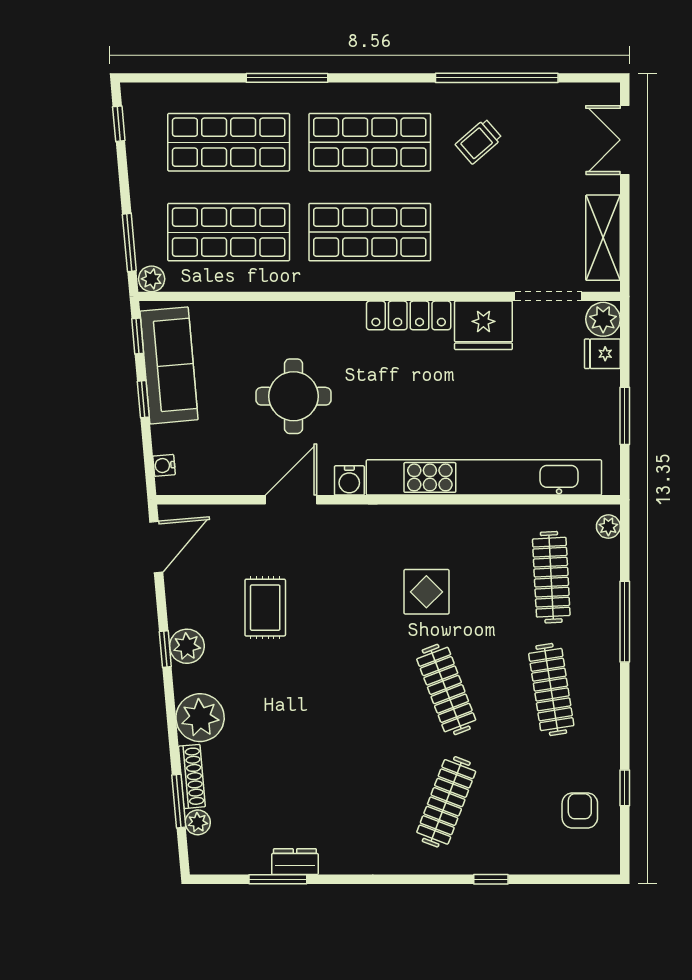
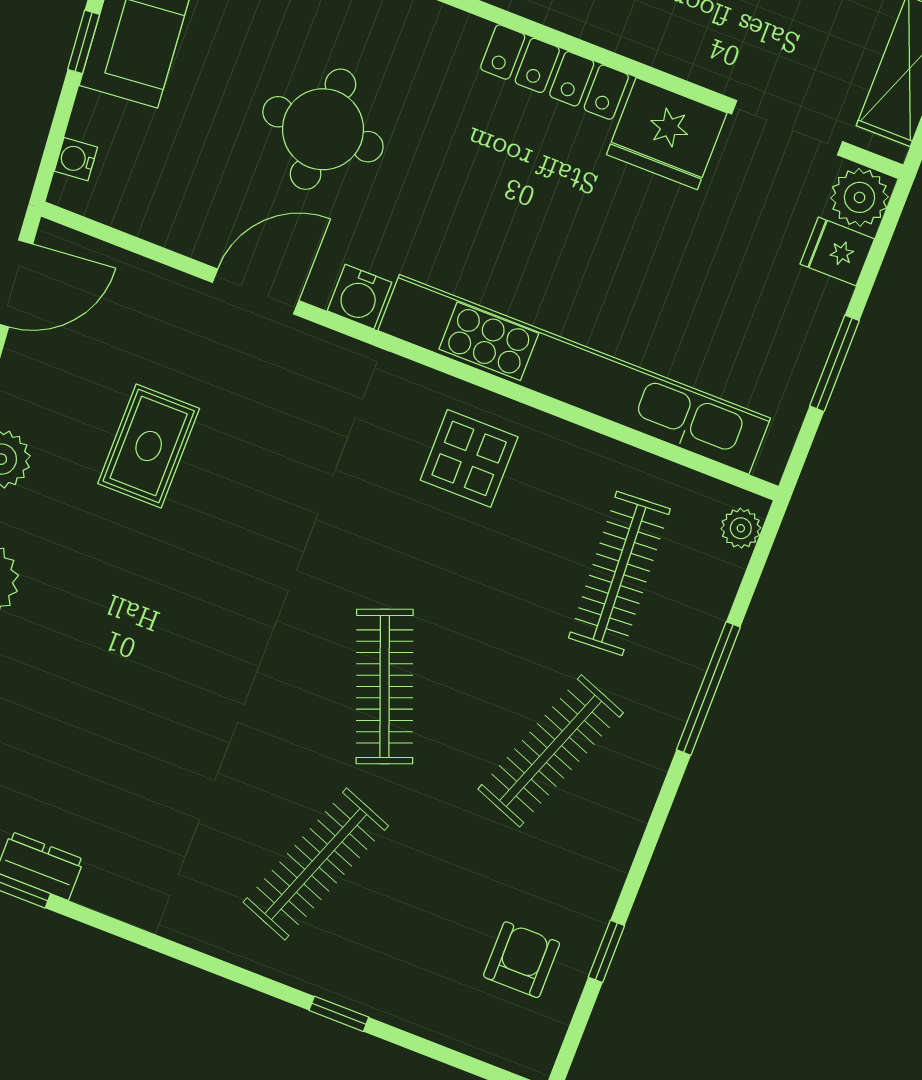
display table: (426, 592) -> (469, 458), moved
clothes rail: (551, 690) -> (551, 751), turned 30

